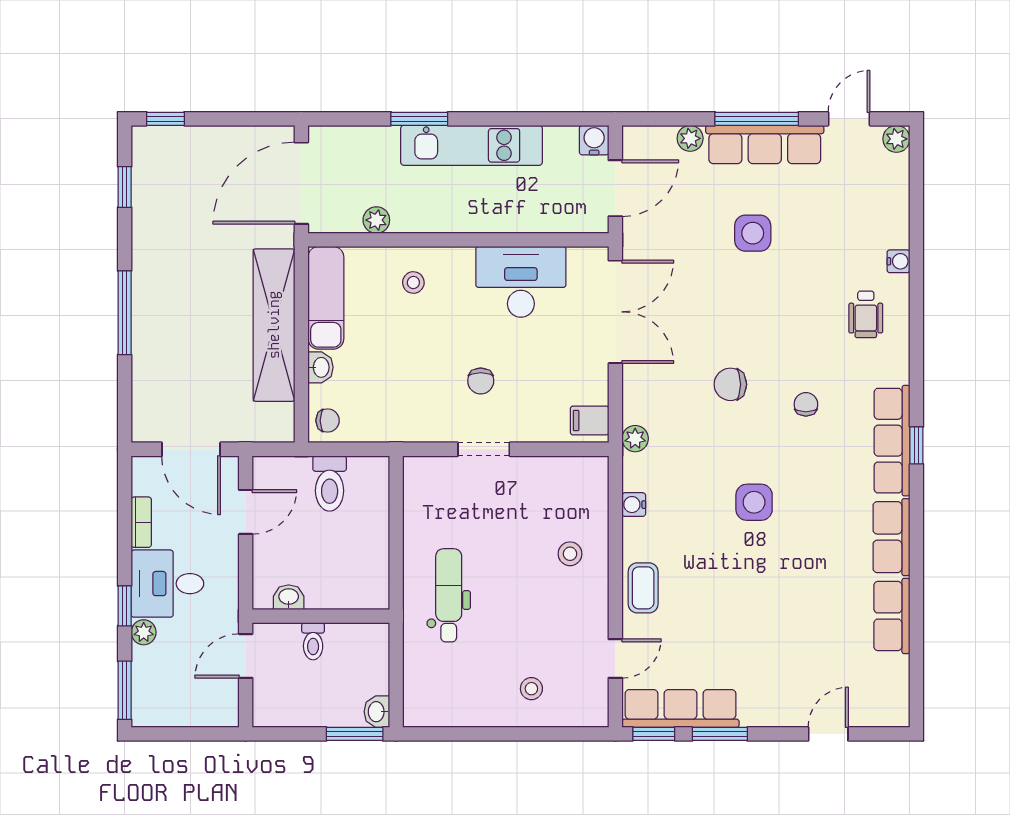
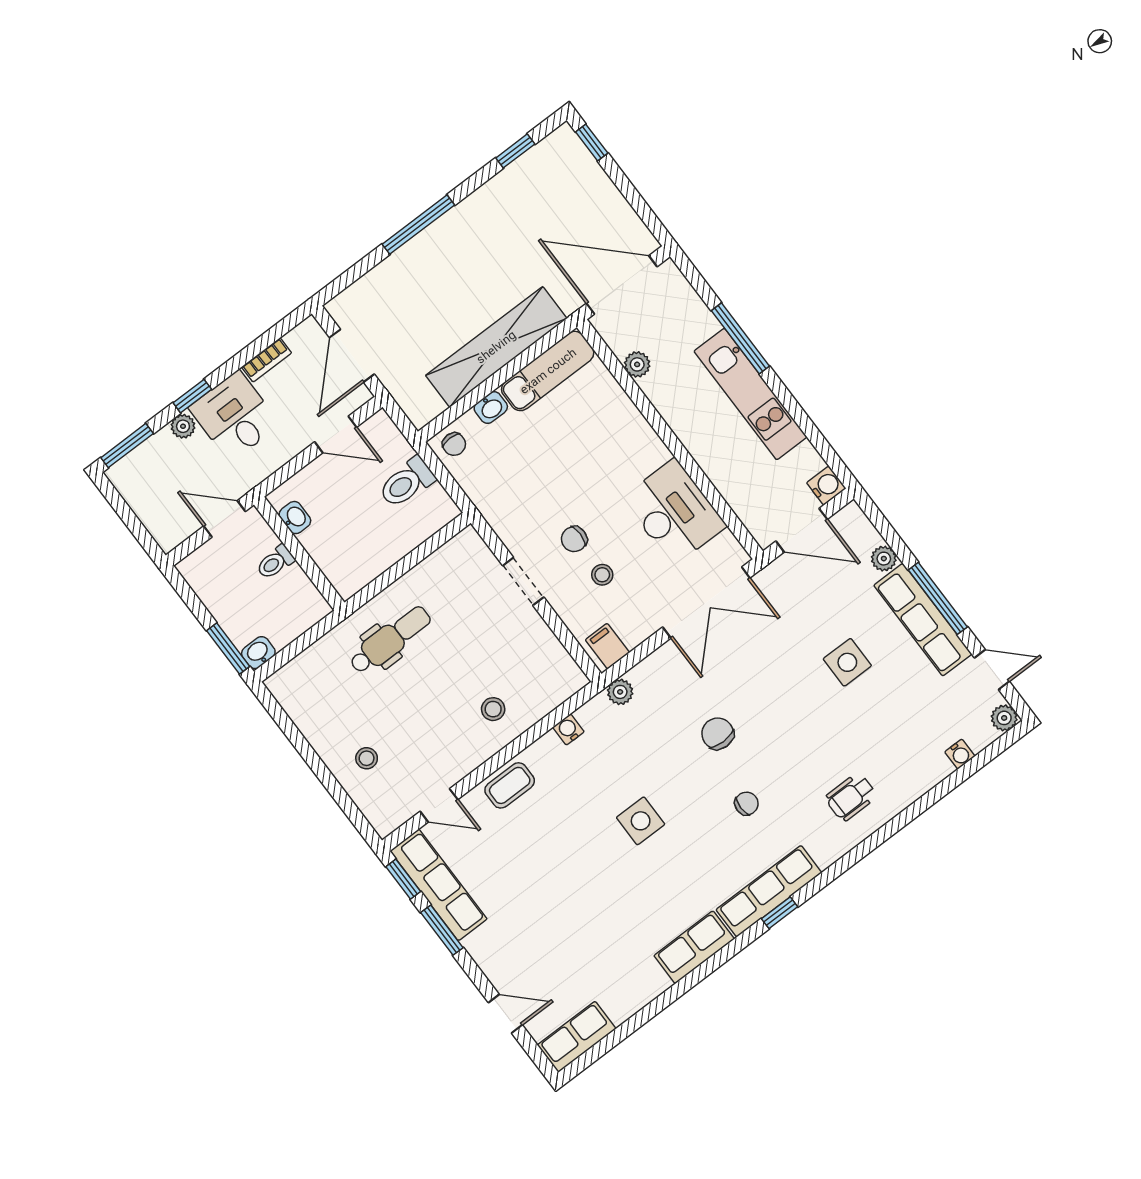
window: (419, 119) -> (740, 338), width x1.44
water cooler: (898, 261) -> (960, 754), moved
stool: (413, 282) -> (602, 575), moved
row of seats: (892, 616) -> (577, 1037), moved

